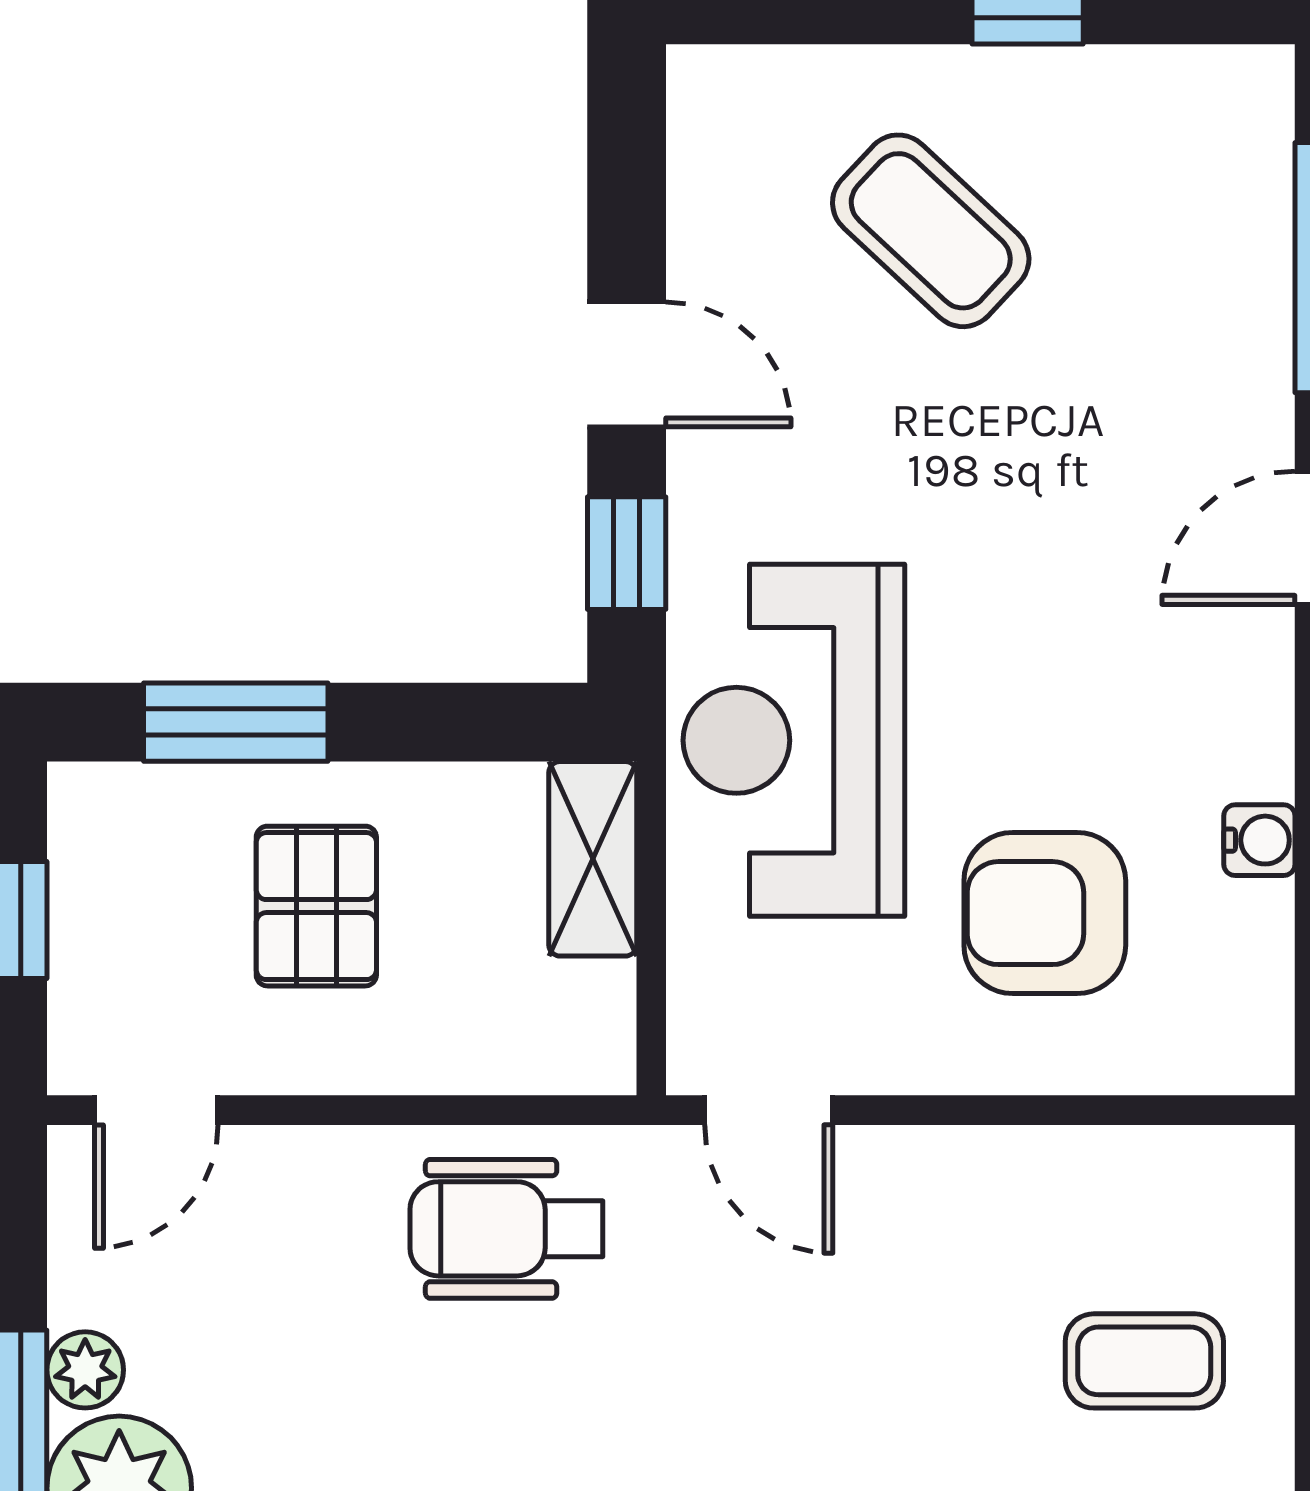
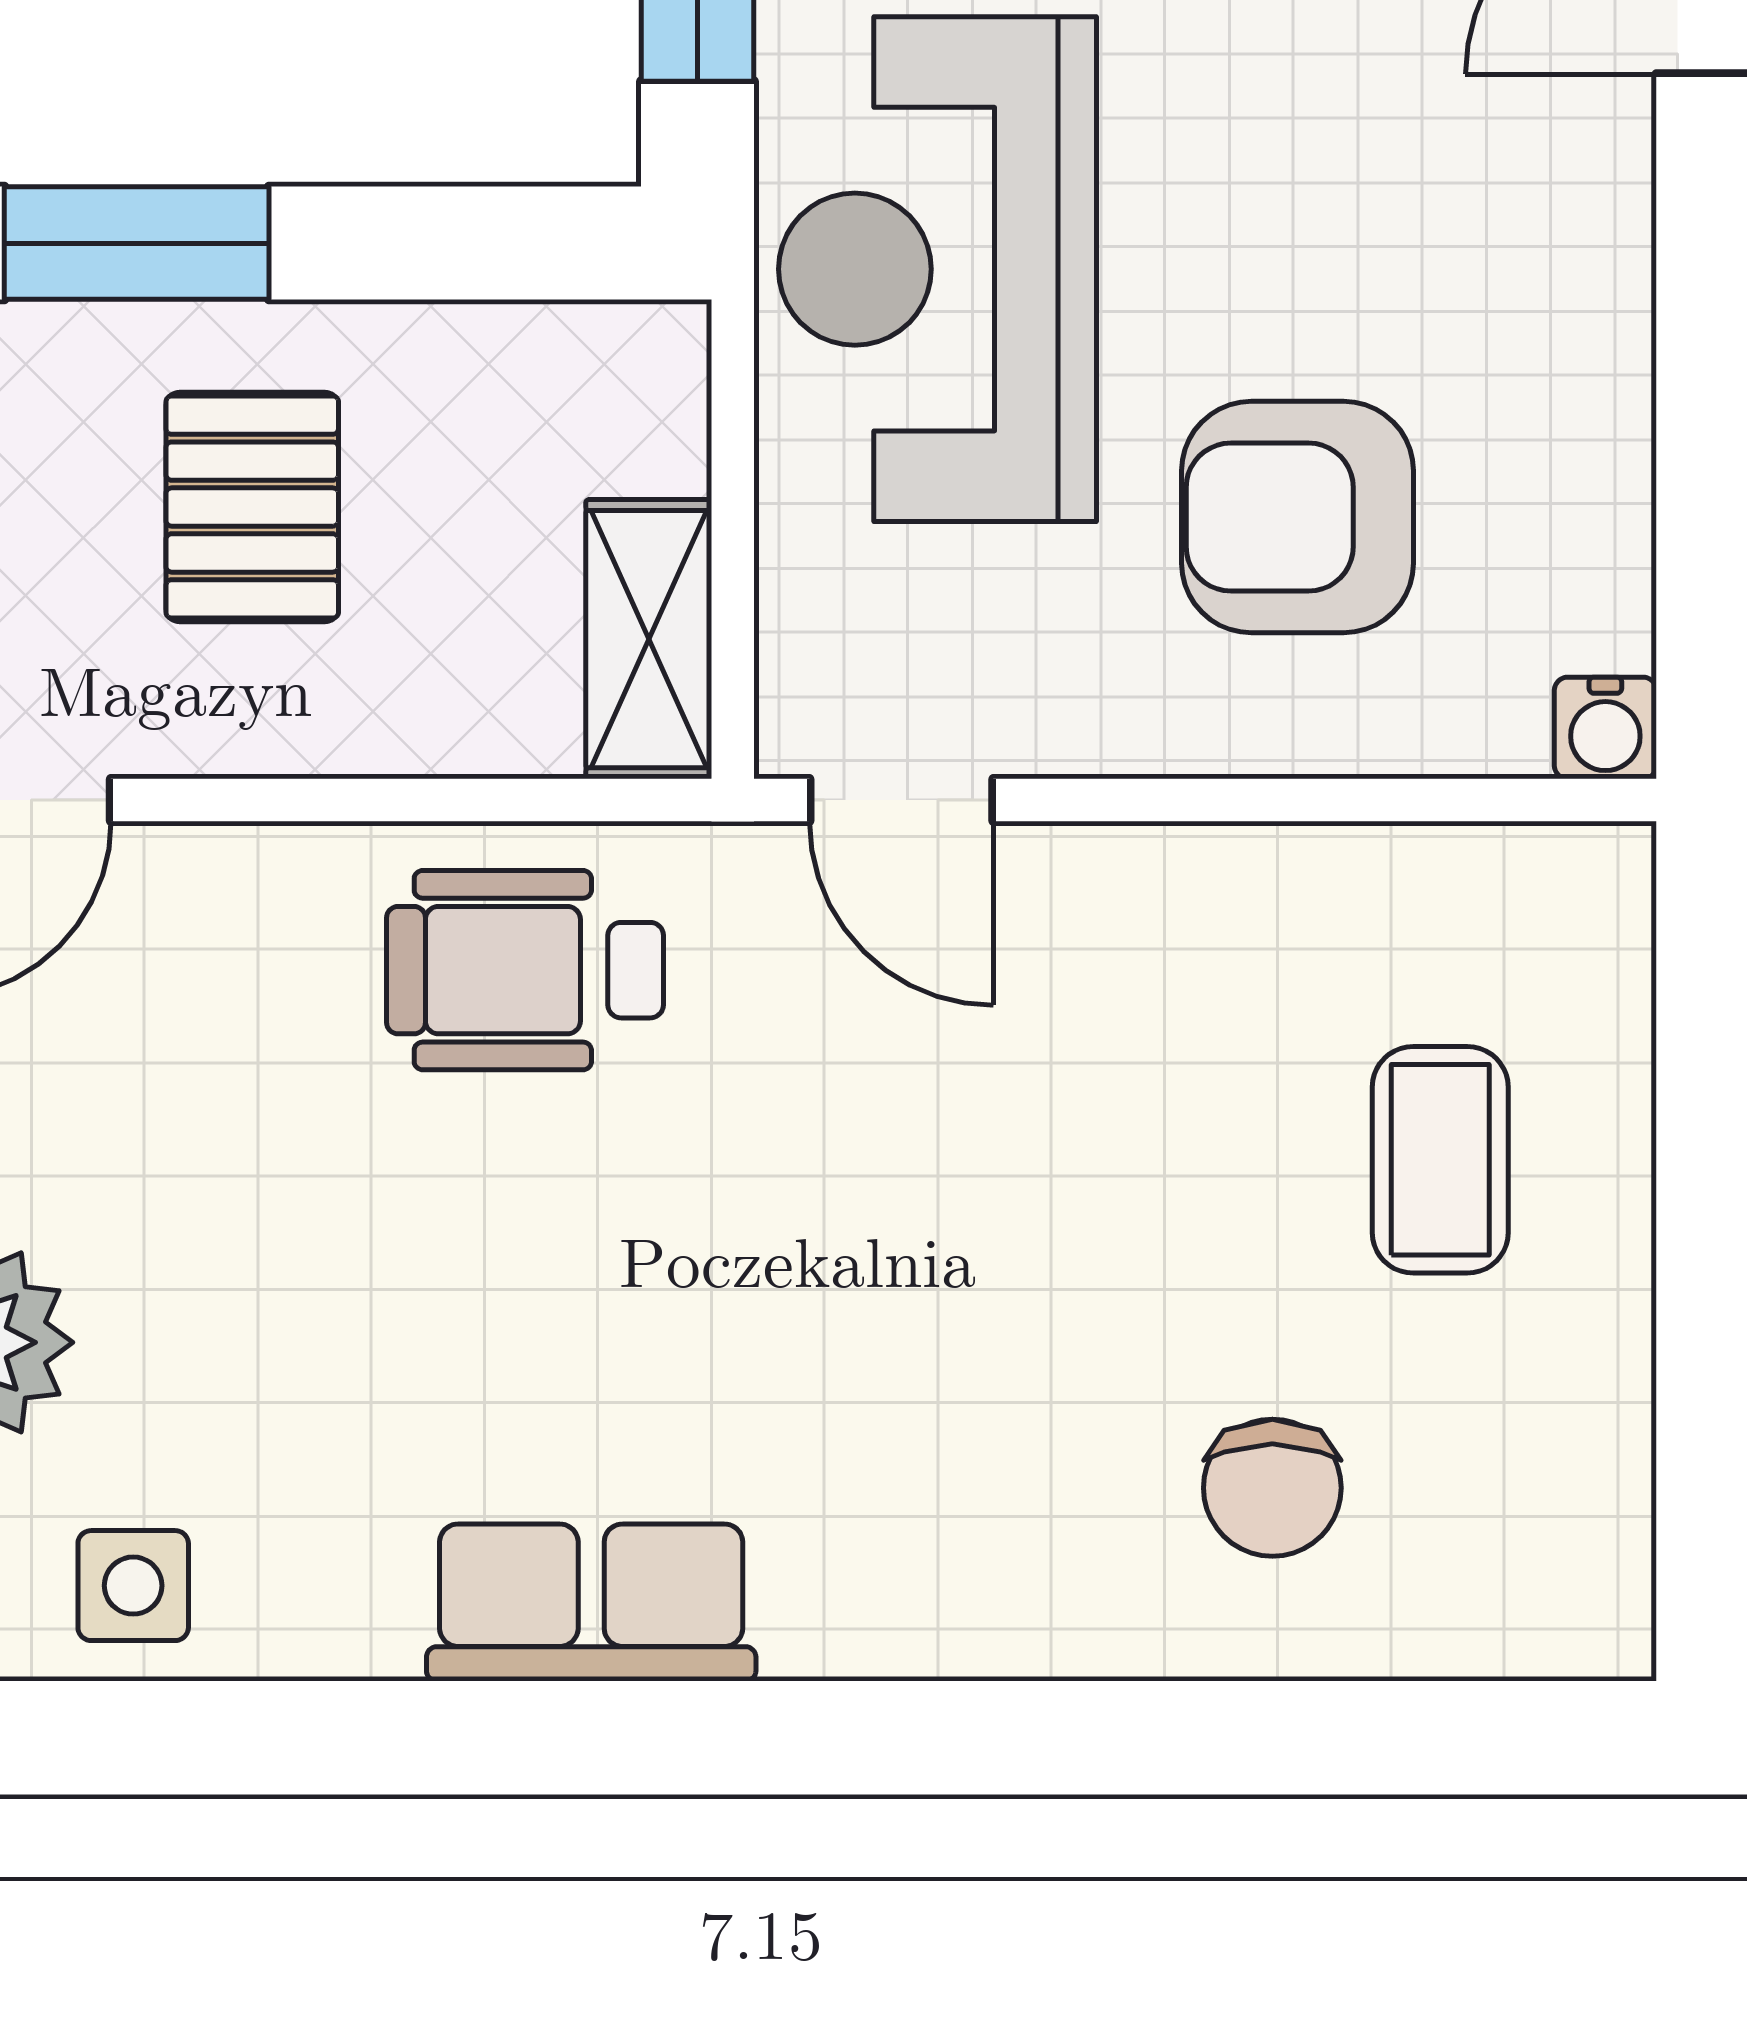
water cooler: (1259, 840) -> (1605, 728), moved, turned 90
shelving: (593, 859) -> (649, 639), moved
coffee table: (1144, 1361) -> (1440, 1160), turned 90

